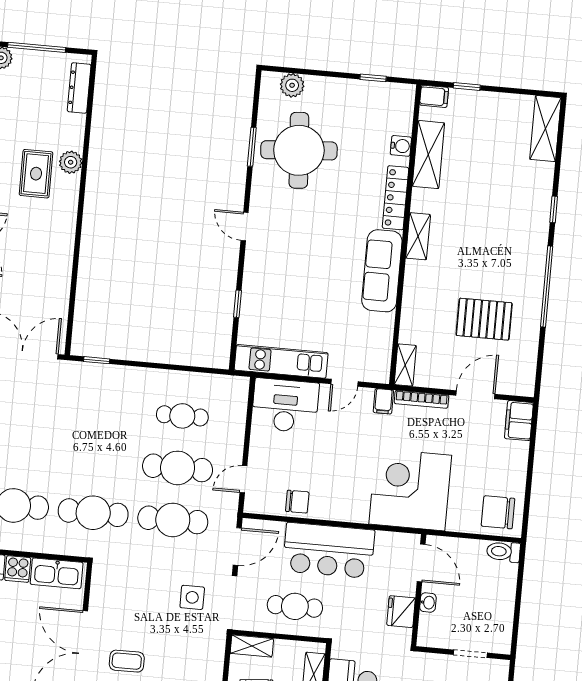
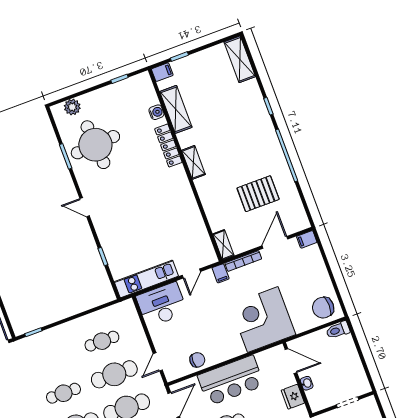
sofa: (382, 271) -> (181, 194), removed
filing cabinet: (519, 421) -> (307, 239), width x0.50
cafe table: (98, 461) -> (63, 393), added

